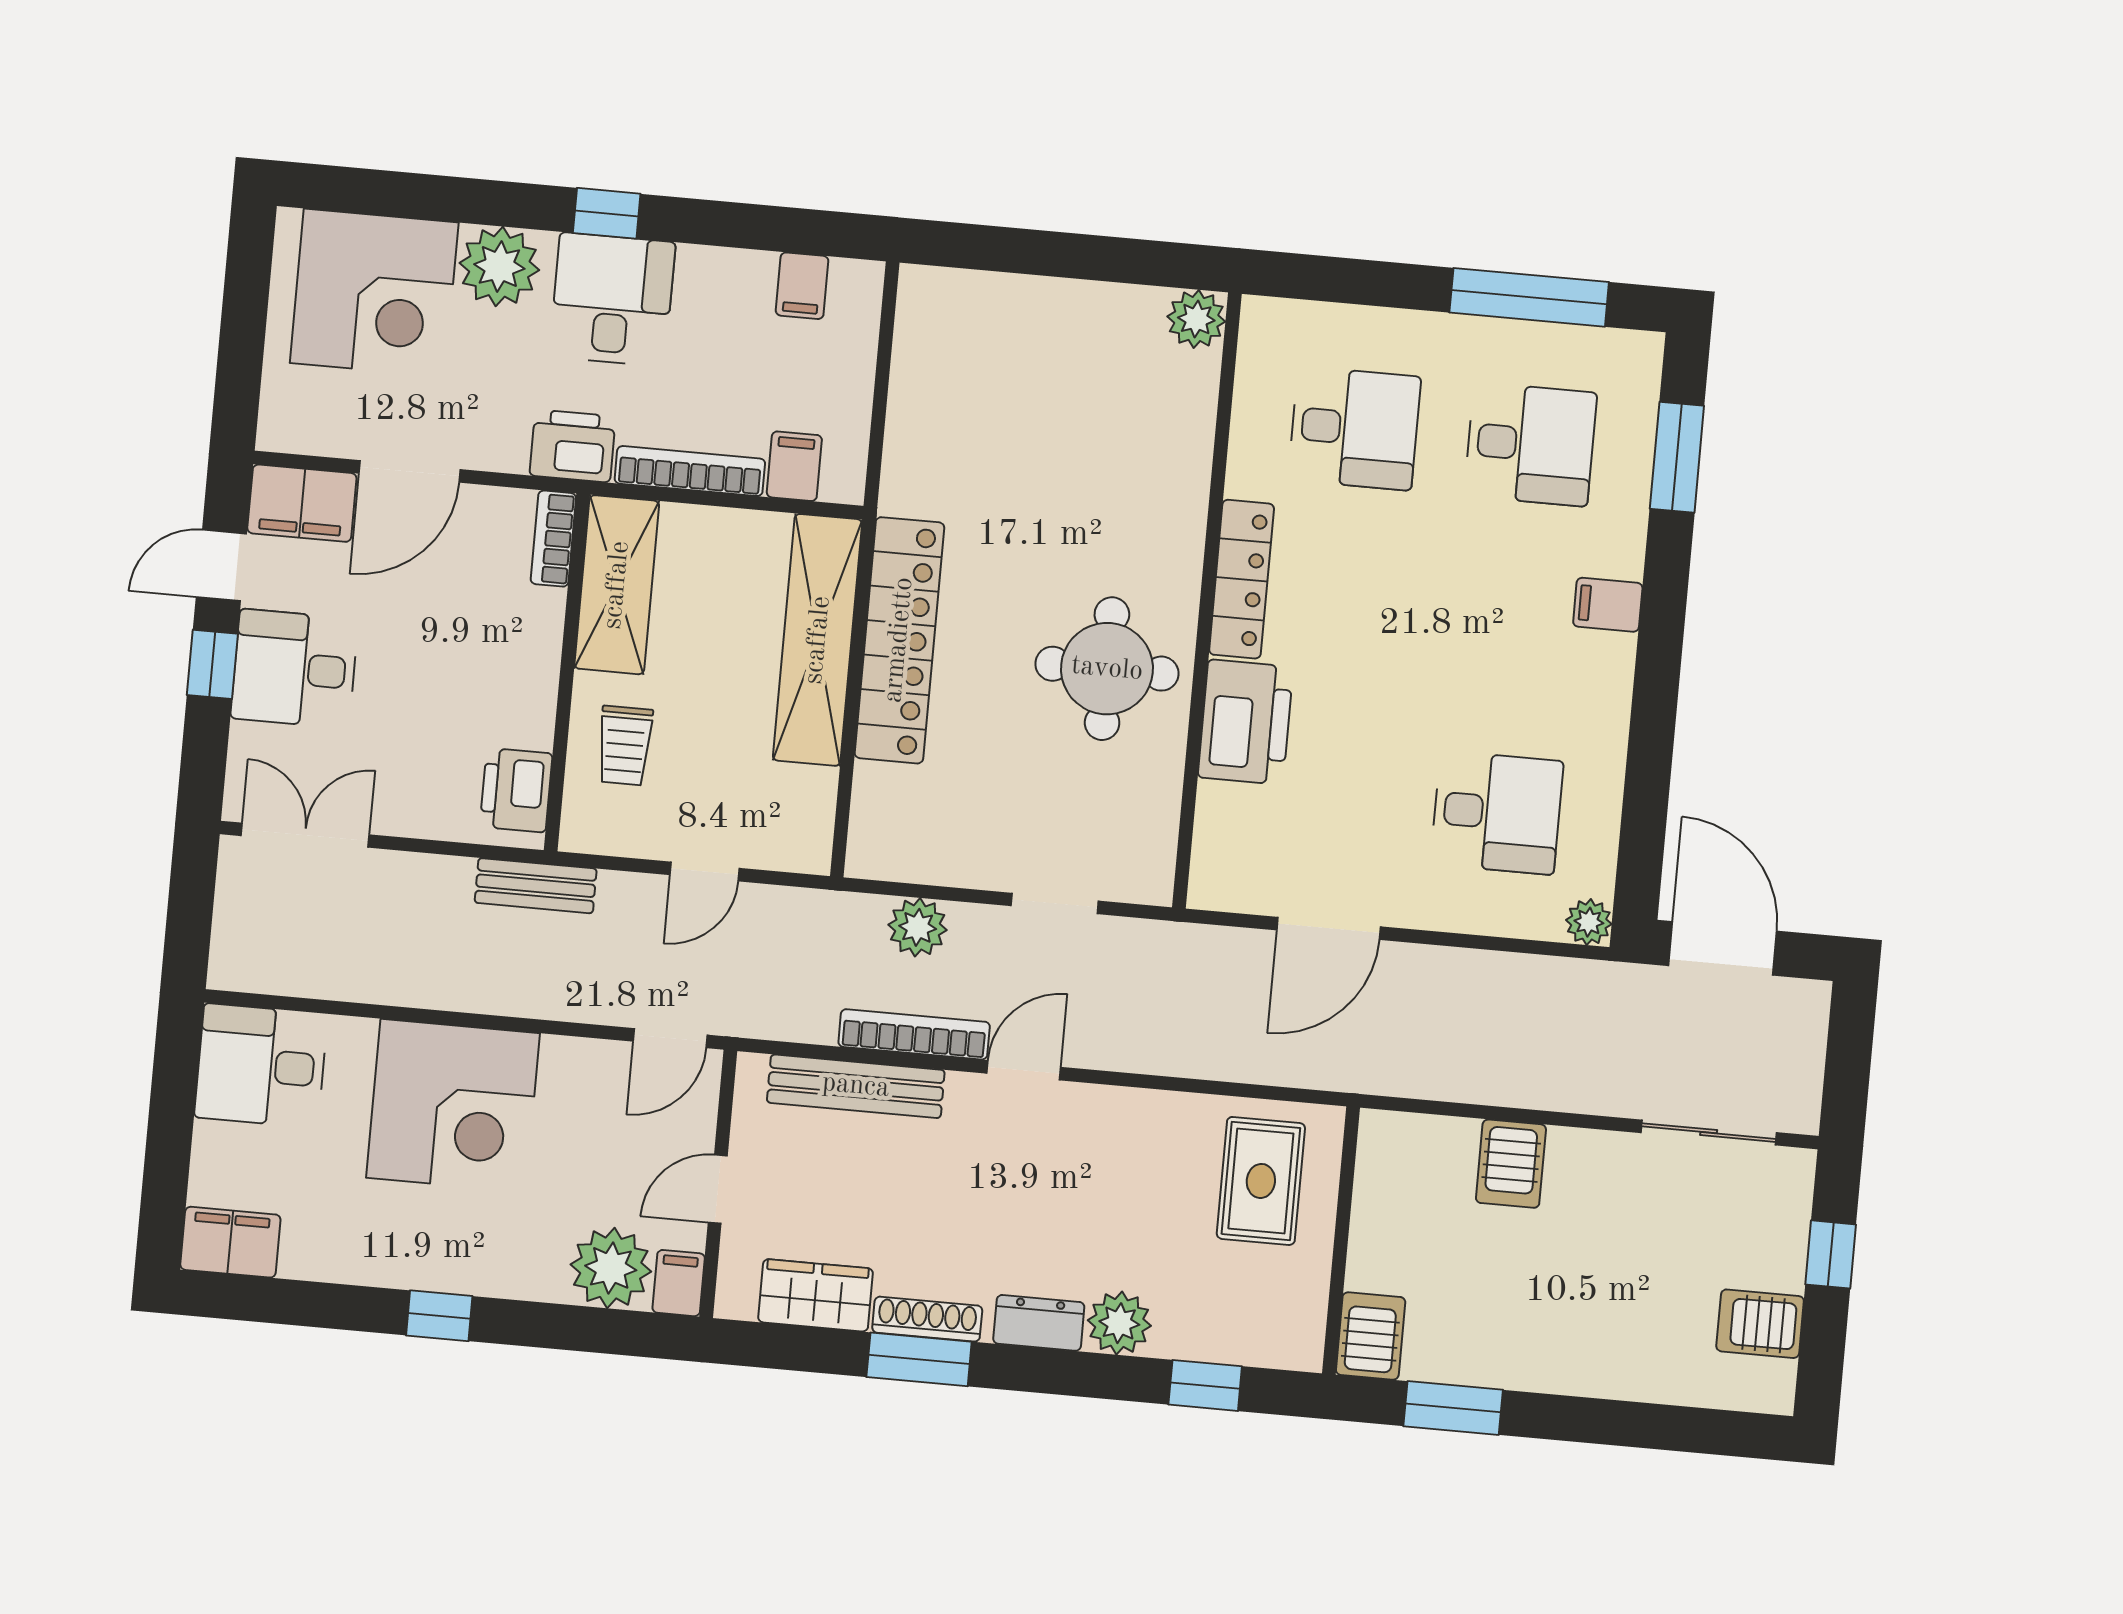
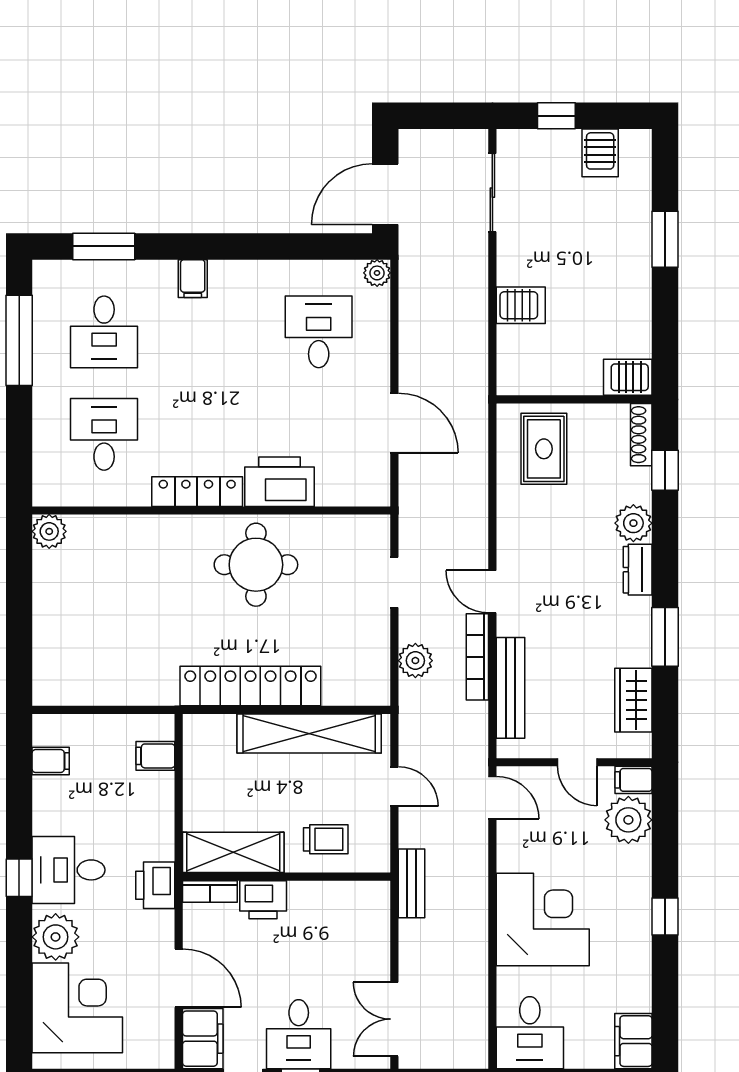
desk: (1530, 444) -> (104, 332), turned 180
bookcase: (690, 471) -> (164, 816), removed
shelving: (818, 640) -> (309, 733), moved
printer: (516, 790) -> (263, 900), moved
rug: (1261, 1181) -> (544, 449), turned 90
shoe rack: (927, 1319) -> (641, 435), moved
window: (1453, 1408) -> (665, 239), moved

